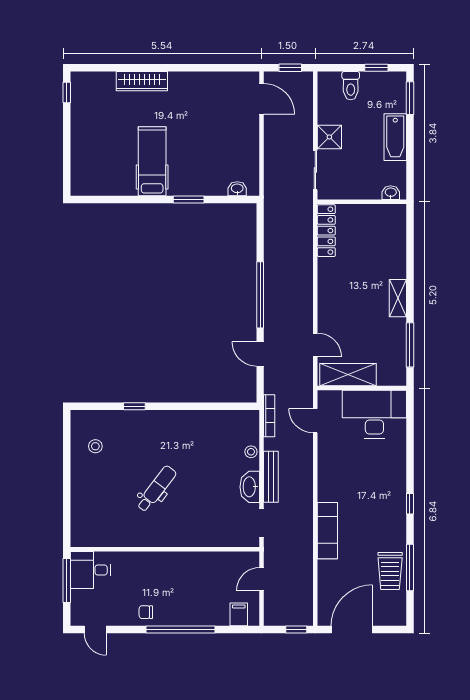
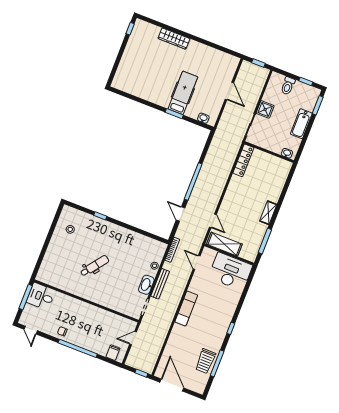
door: (262, 99) -> (229, 91), moved
hospital bed: (152, 161) -> (183, 93), moved
exam couch: (327, 531) -> (186, 308), moved
door: (352, 630) -> (172, 385), hinge flipped

